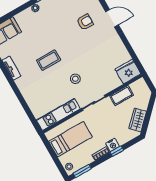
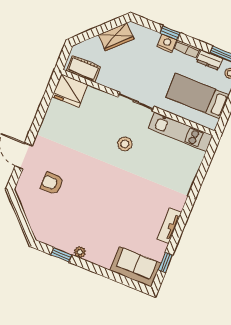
coffee table: (49, 60) -> (127, 191), removed
cot: (122, 95) -> (83, 69), moved
dresser: (85, 161) -> (209, 60), added

